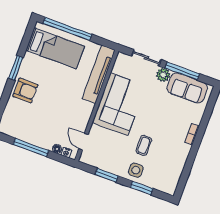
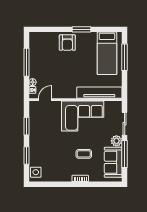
window: (67, 29) -> (125, 57), width x0.68
coffee table: (144, 145) -> (84, 154), moved
side table: (136, 170) -> (36, 172), moved

